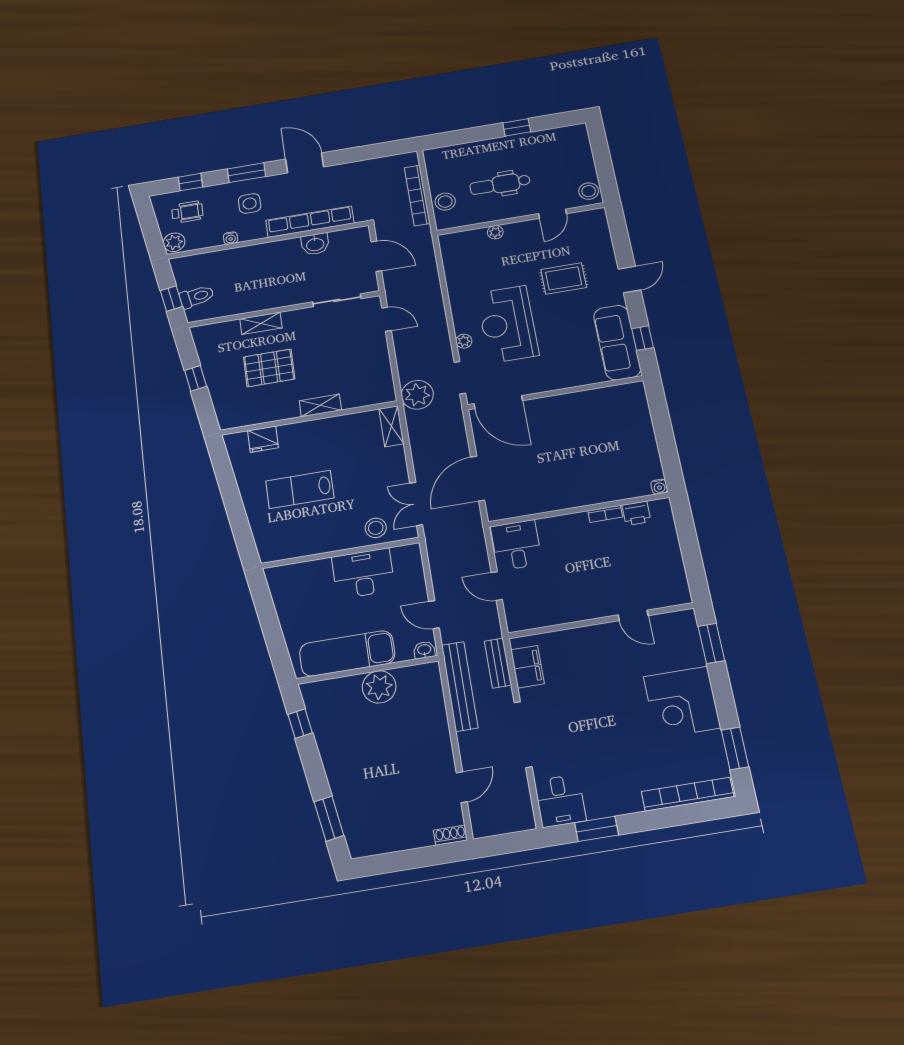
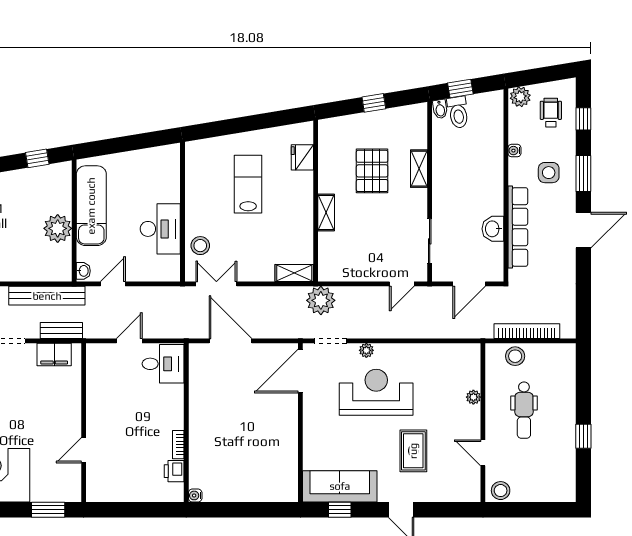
dental chair: (500, 184) -> (524, 410), turned 180
wheelchair: (187, 212) -> (551, 113), turned 180
bidet: (195, 314) -> (440, 109), added

